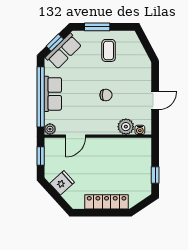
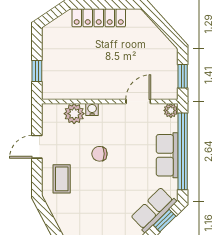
coffee table: (109, 50) -> (62, 179), moved
water cooler: (140, 130) -> (92, 109), moved
window: (155, 175) -> (37, 71), moved
fridge: (62, 183) -> (155, 42), removed

